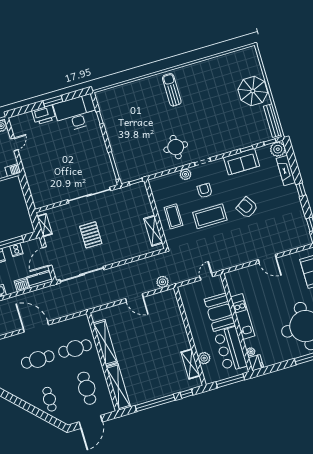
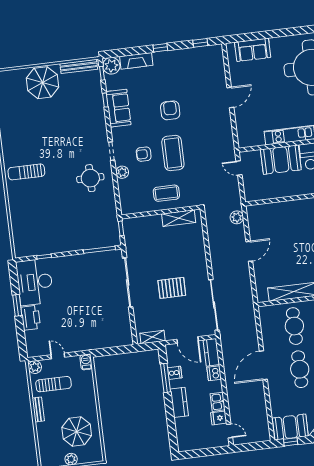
armchair: (247, 208) -> (170, 110), turned 123

